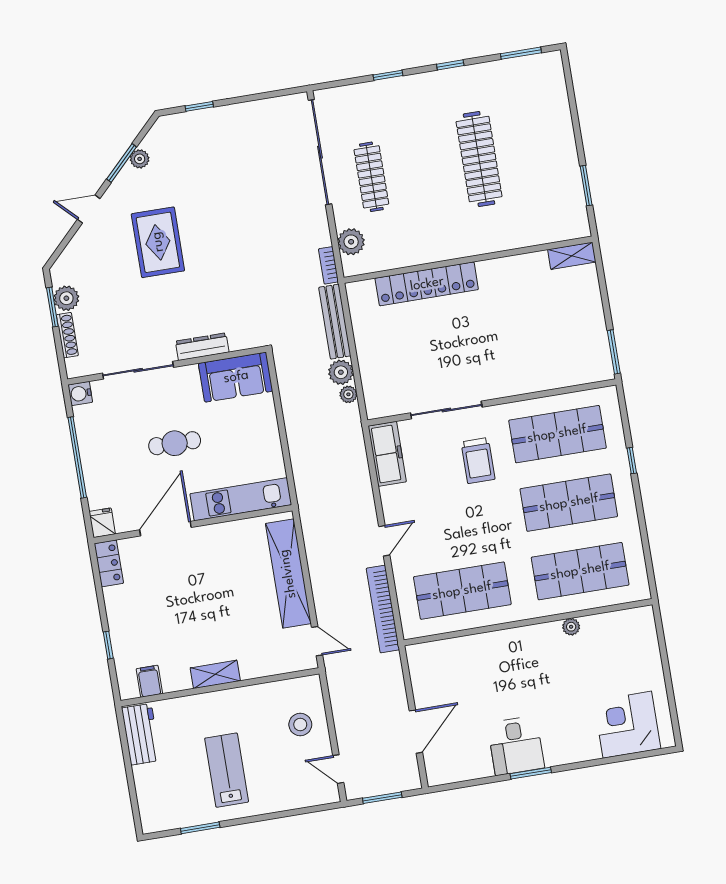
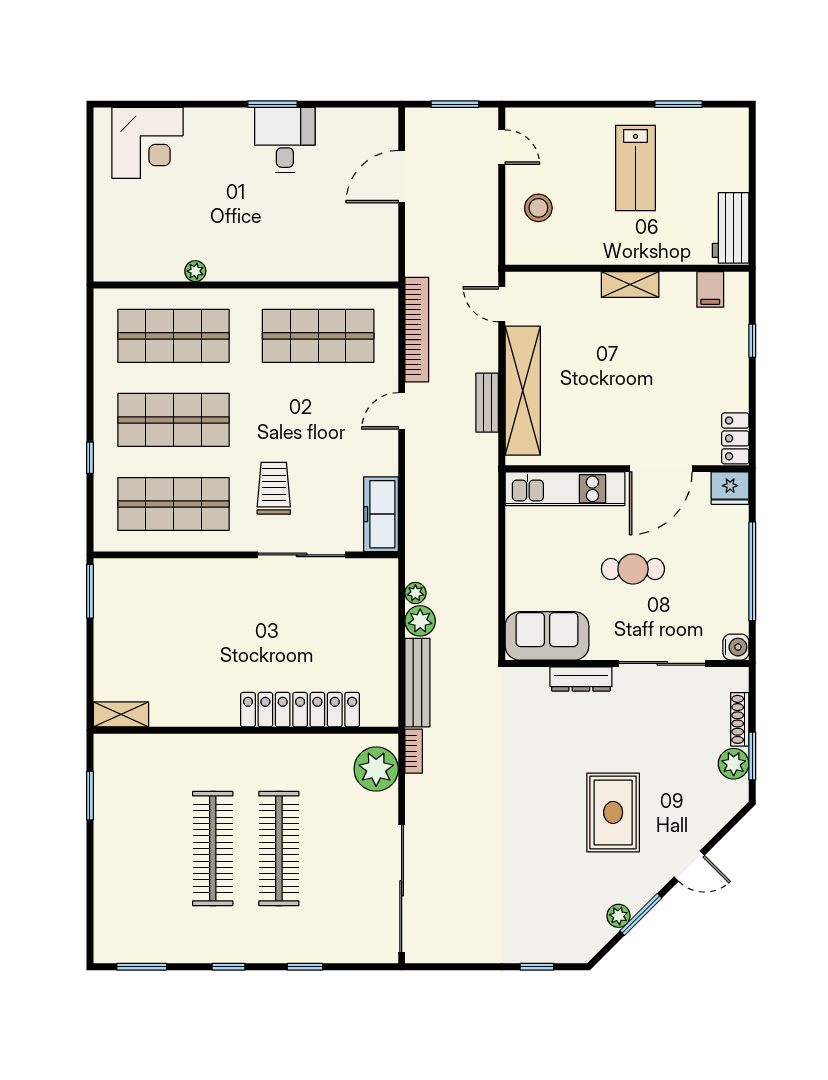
clothes rail: (371, 177) -> (279, 848), moved, width x1.37, depth x1.31
plant: (351, 242) -> (376, 769), width x1.36, depth x1.36
fridge: (102, 523) -> (730, 488), width x1.38
bench: (316, 559) -> (487, 403), added

